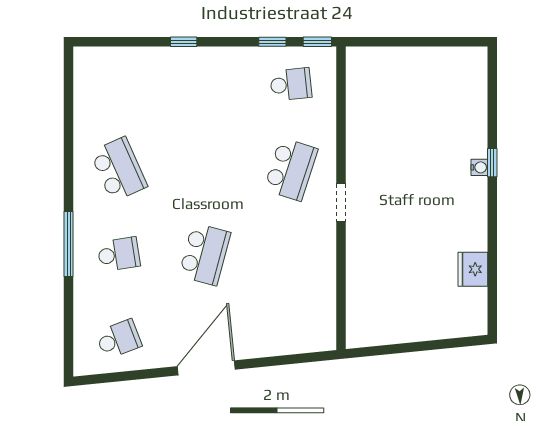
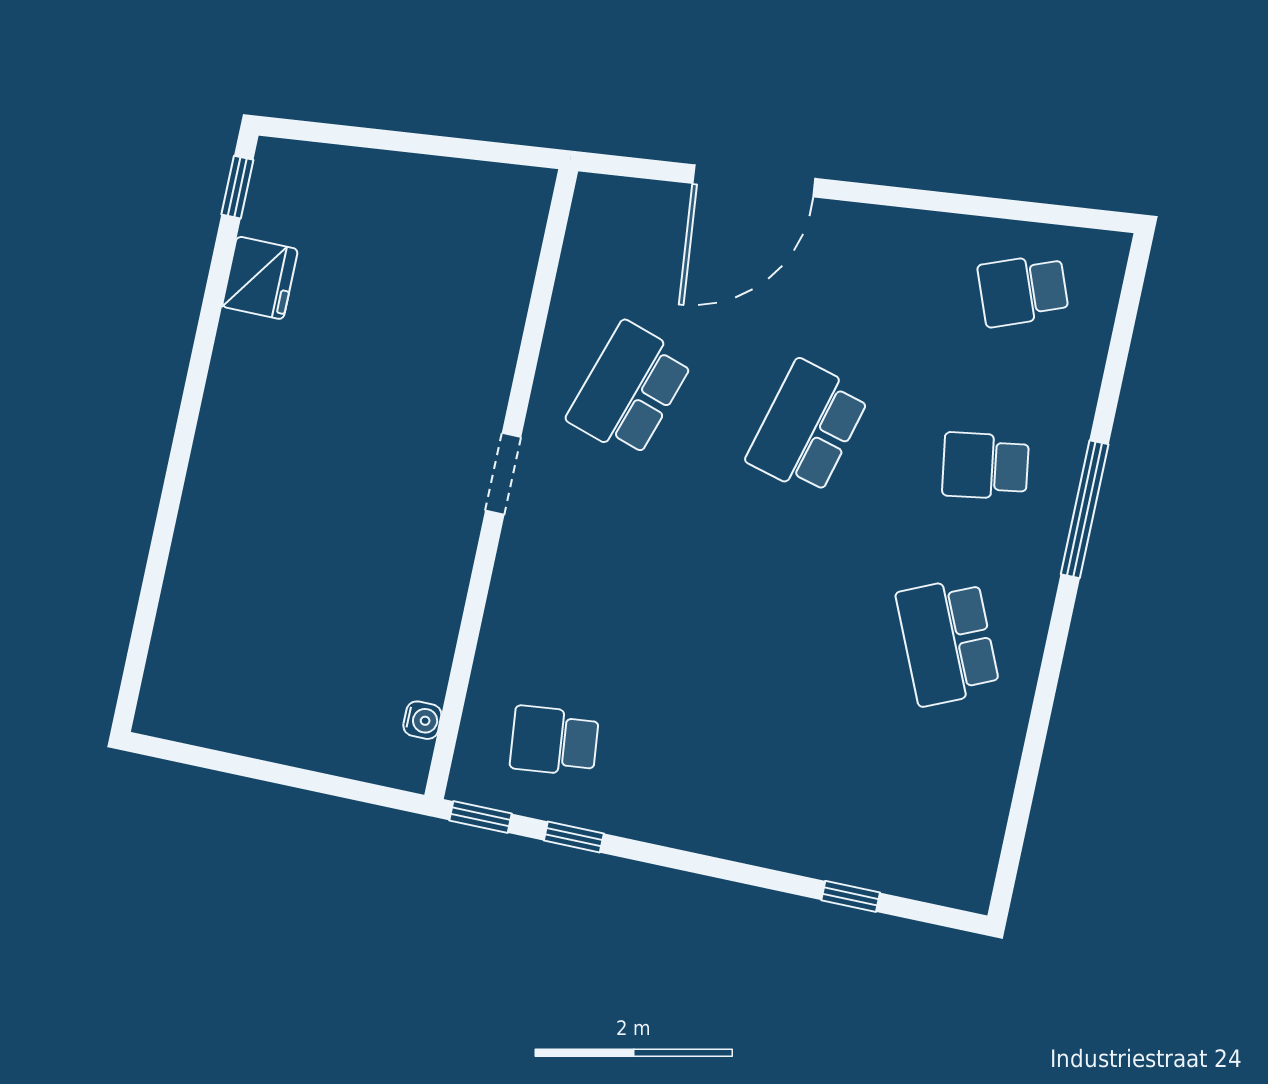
window: (184, 42) -> (851, 896), moved
window: (492, 163) -> (237, 187), moved
water cooler: (479, 167) -> (422, 720), moved, turned 180
school desk: (291, 169) -> (630, 390), moved
door: (206, 368) -> (754, 181), moved

